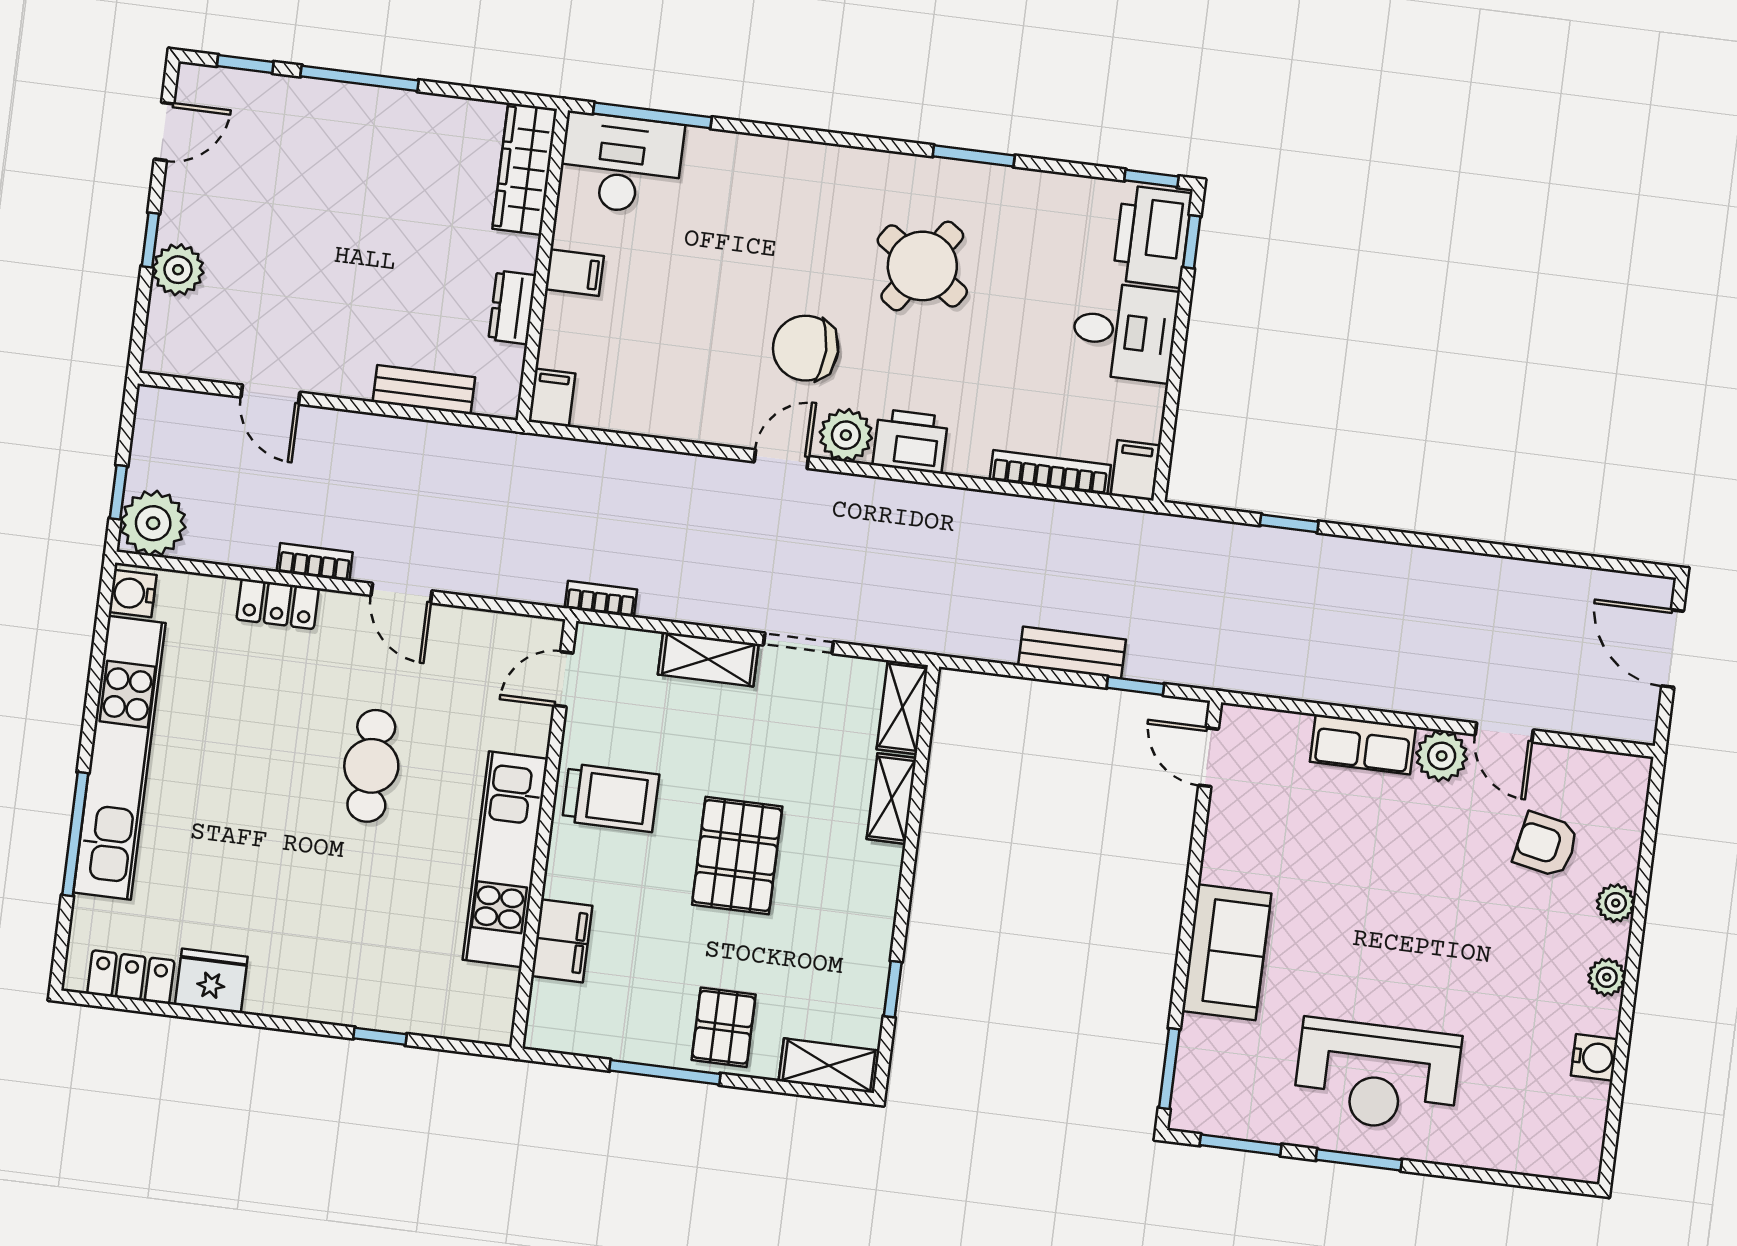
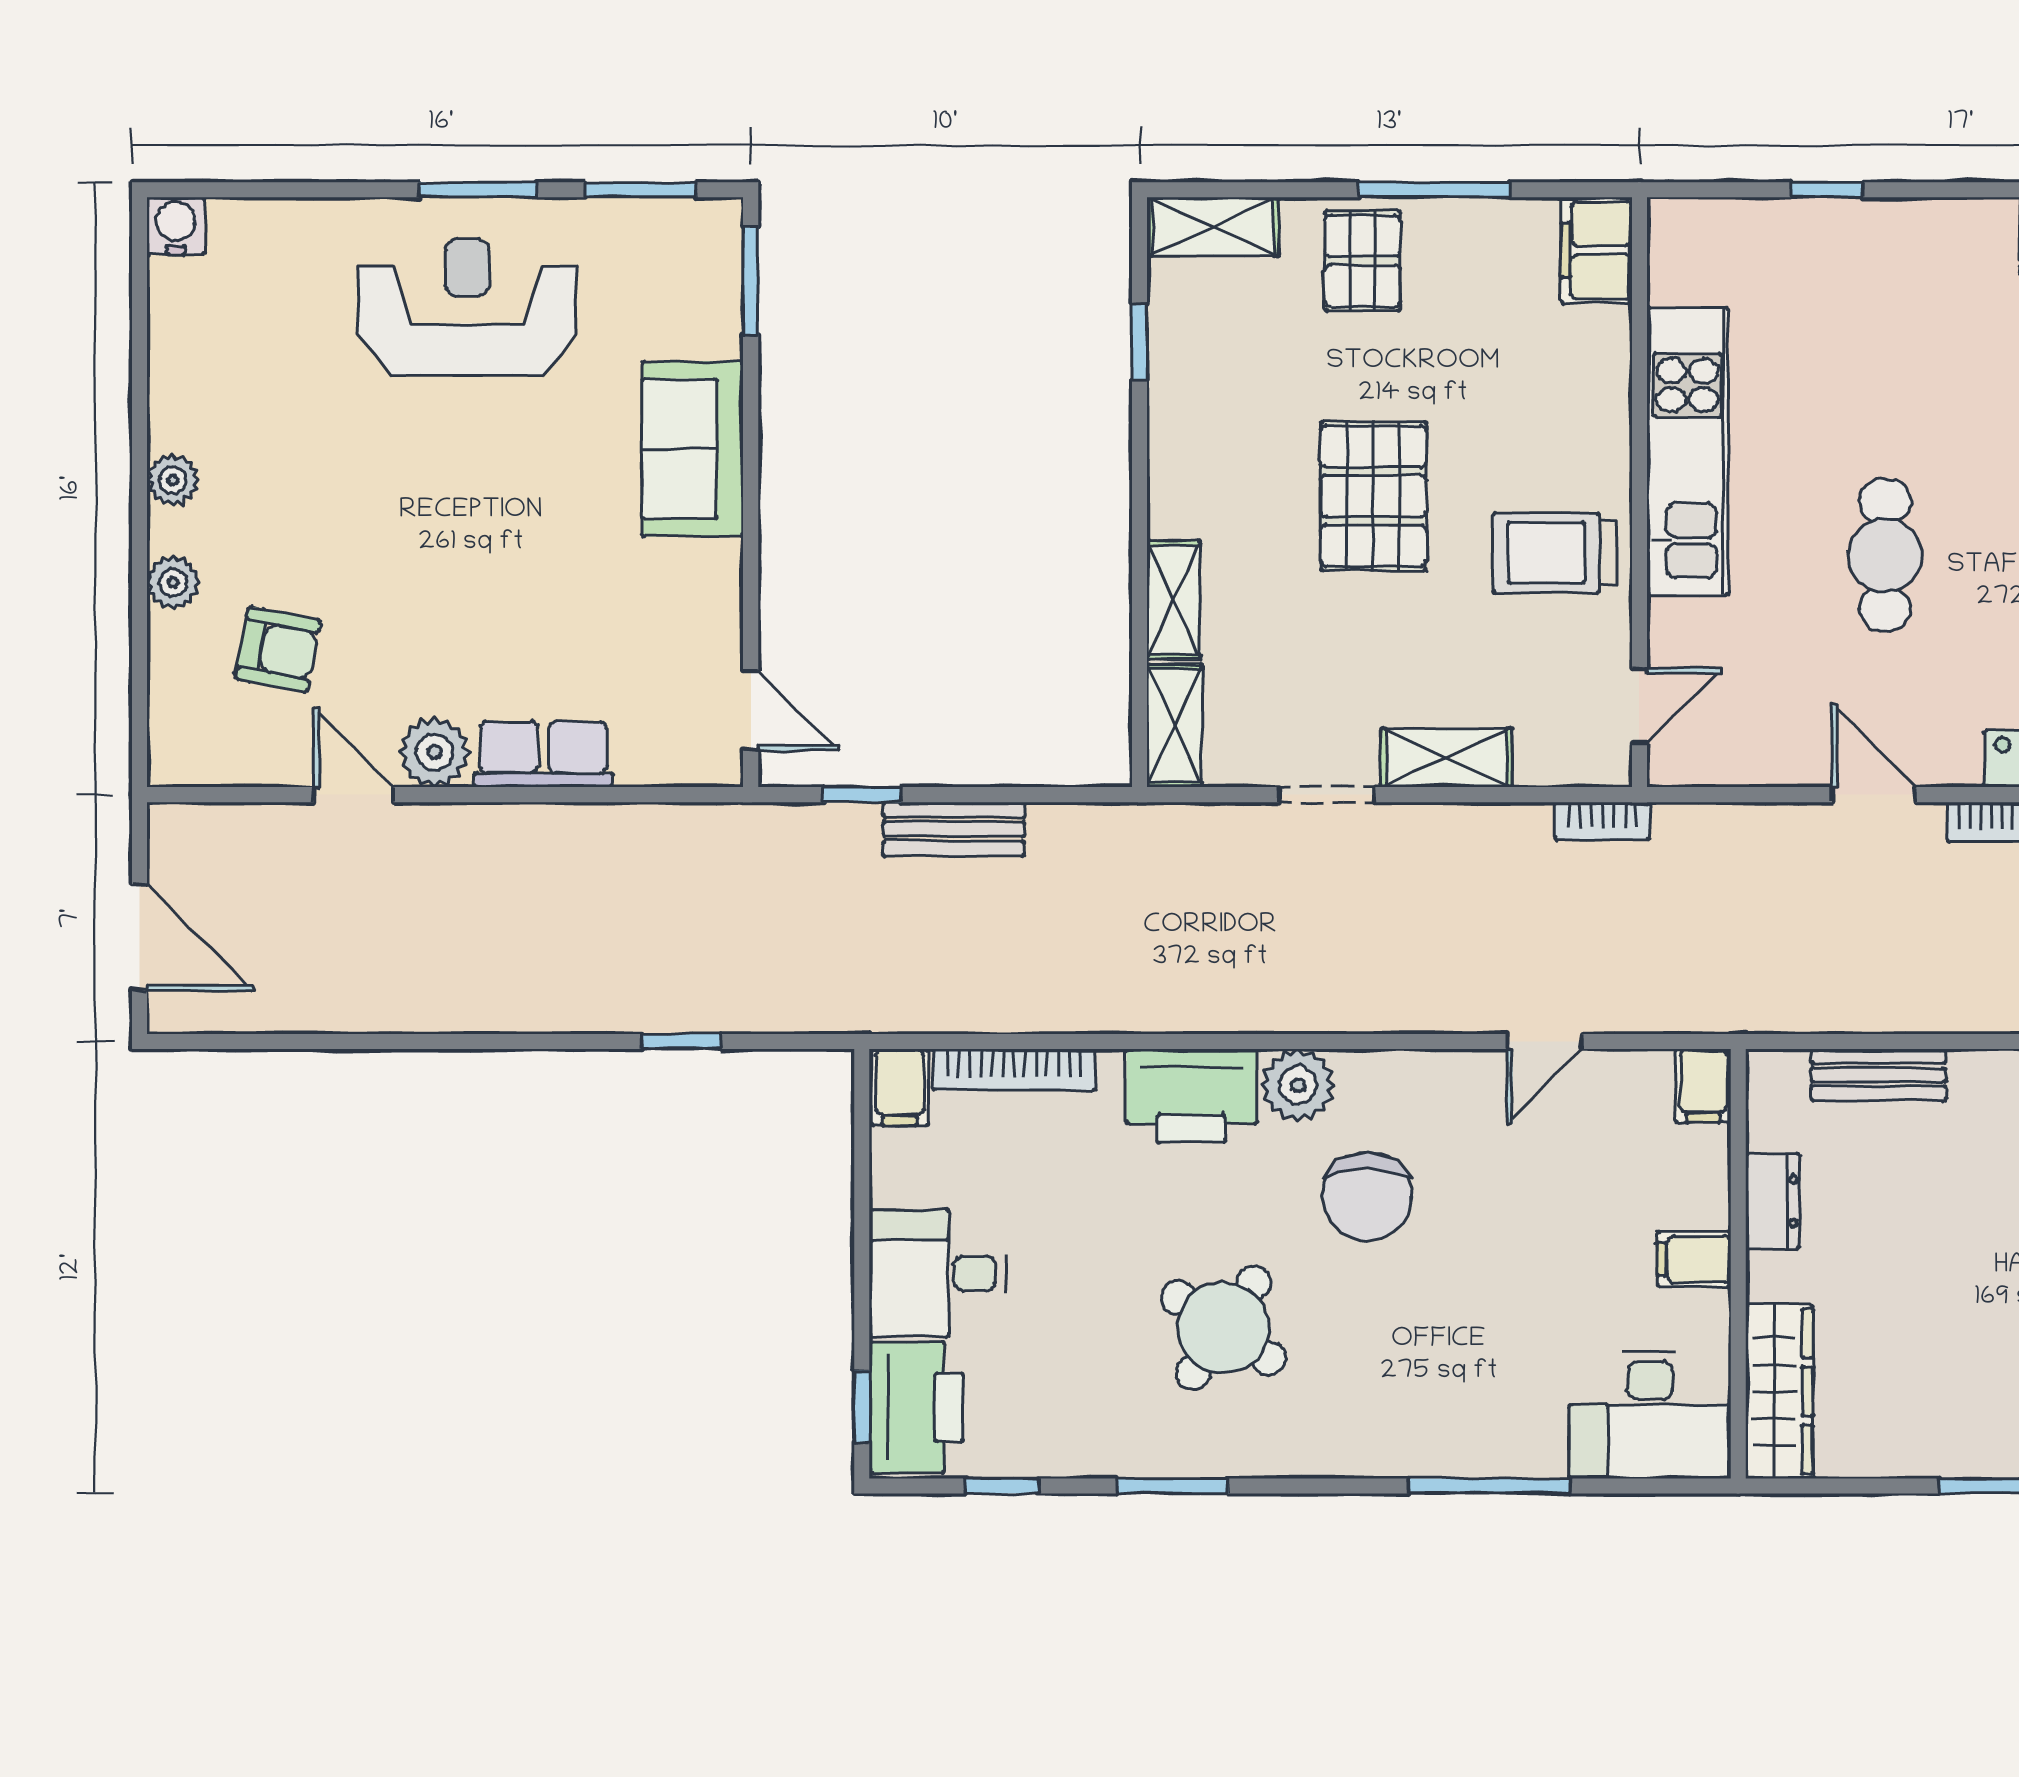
window: (652, 115) -> (1489, 1486), moved
window: (1151, 178) -> (1002, 1486), moved
chair: (806, 348) -> (1367, 1196), turned 90
printer: (910, 441) -> (1192, 1096), width x1.37, depth x1.19
door: (781, 459) -> (1545, 1042), moved
filing cabinet: (562, 941) -> (1597, 250), moved
water cooler: (1594, 1057) -> (176, 226), moved, turned 90

